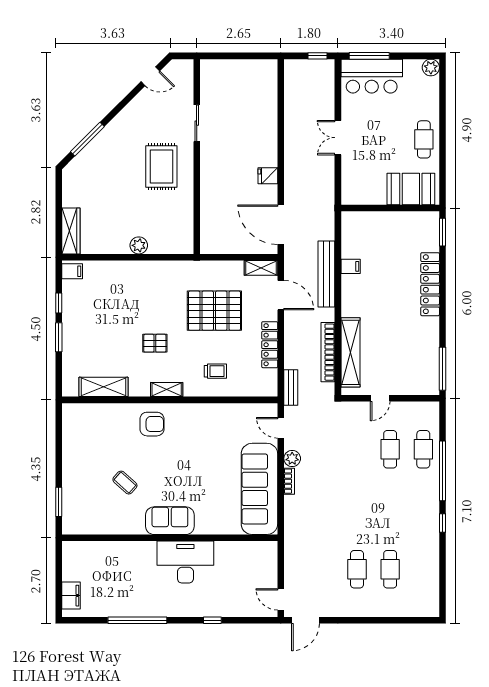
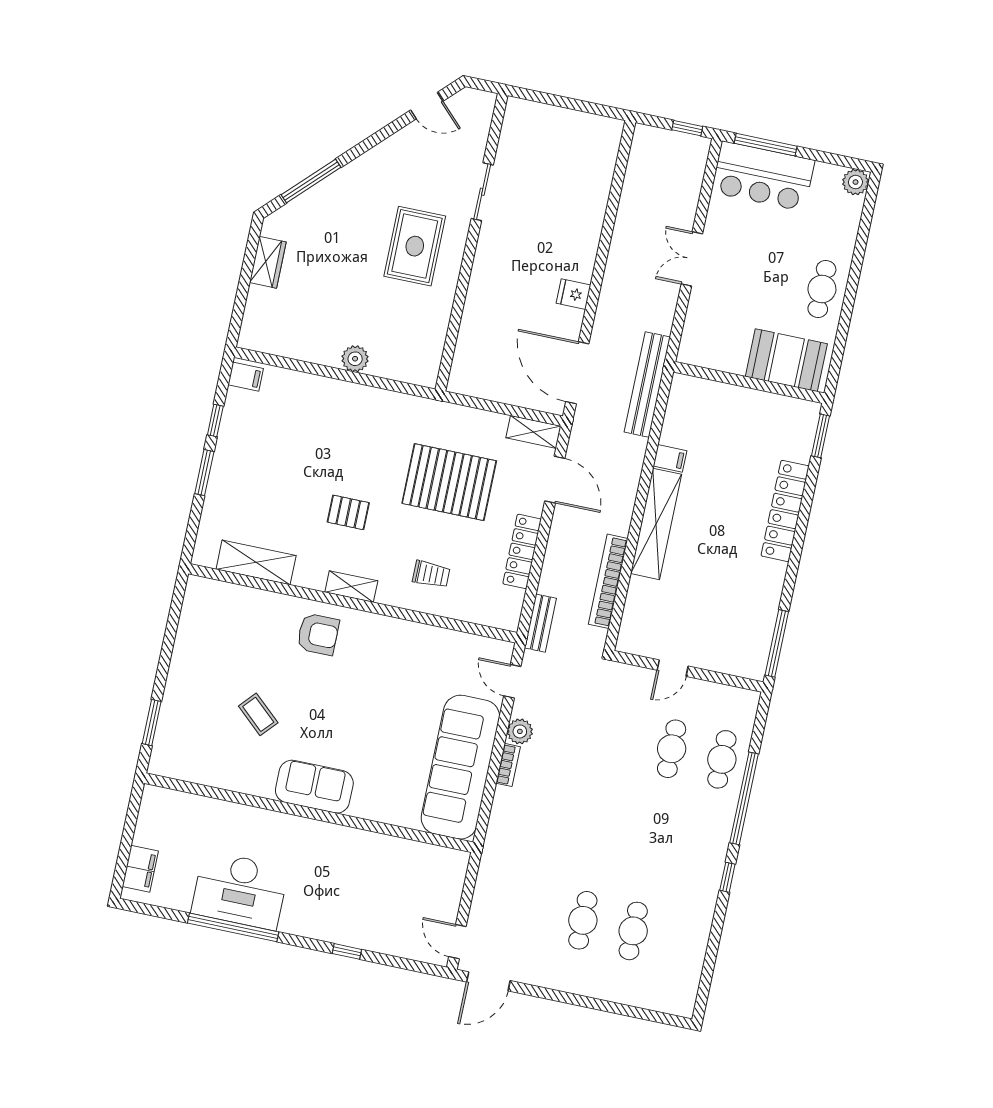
wardrobe: (71, 231) -> (268, 262), moved, width x0.67
bench: (326, 274) -> (647, 385), moved
shelving: (350, 352) -> (656, 524), moved
desk: (185, 562) -> (240, 890), moved, turned 180

